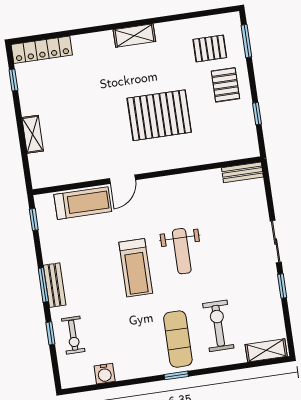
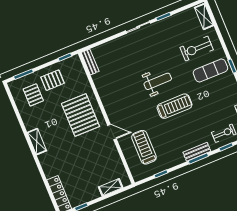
bench: (242, 172) -> (90, 62), moved
wall: (147, 176) -> (106, 118), moved
door: (123, 179) -> (112, 132), moved

